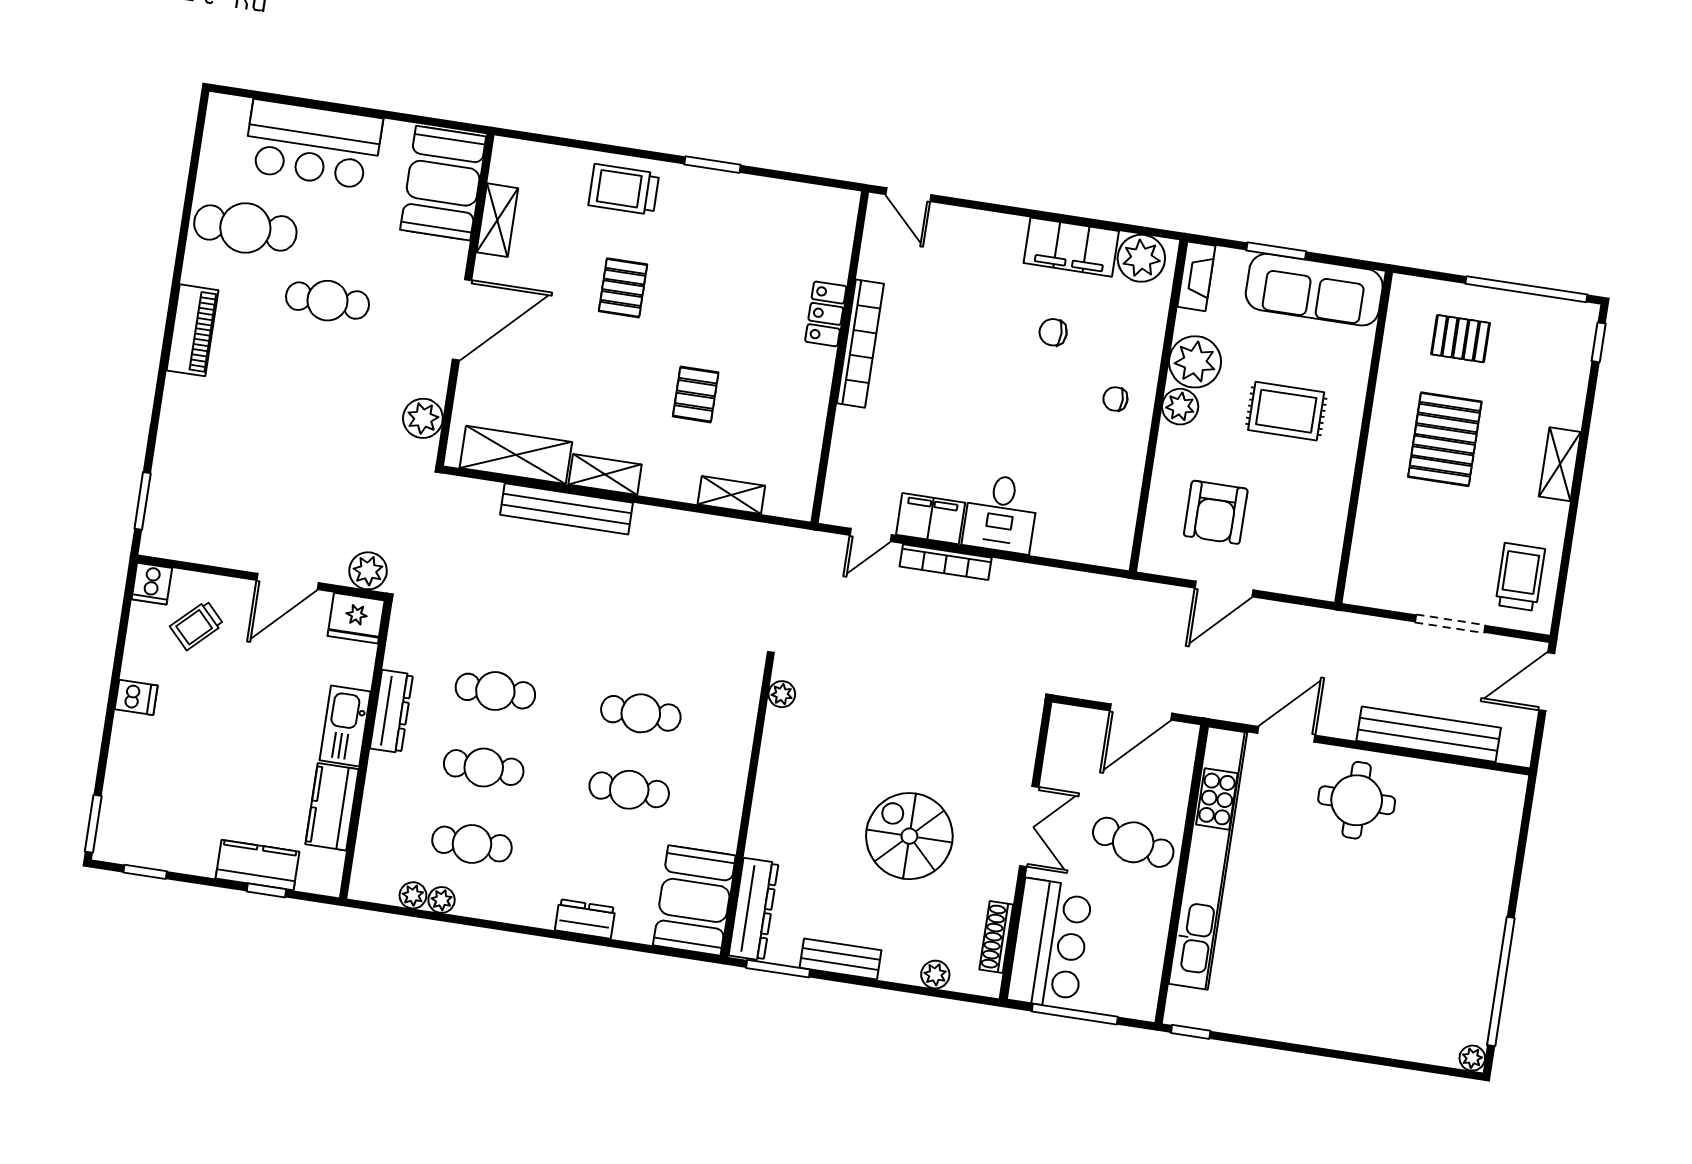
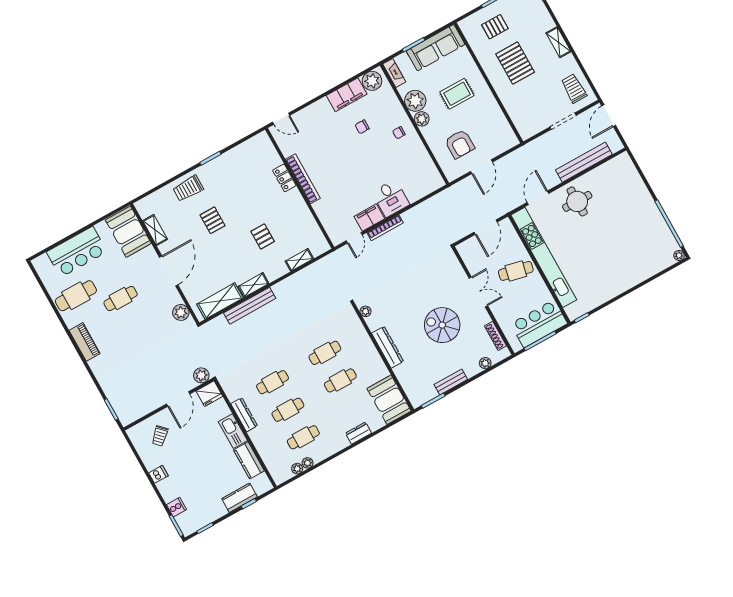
cooker: (152, 584) -> (176, 507), moved, turned -90
dresser: (754, 909) -> (388, 347), moved
bar counter: (1050, 944) -> (539, 324), moved, turned -90

